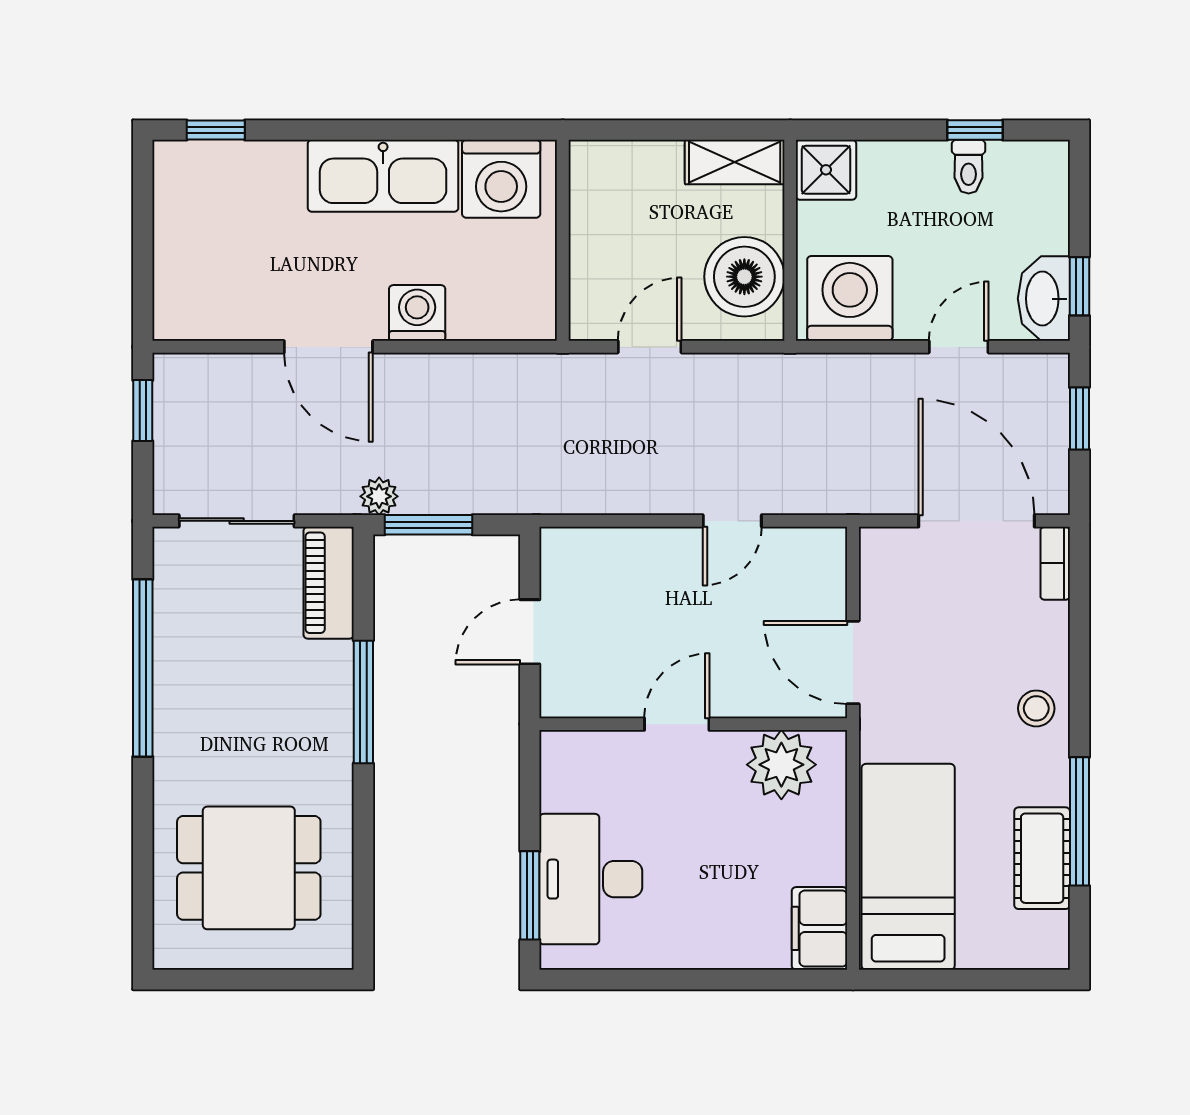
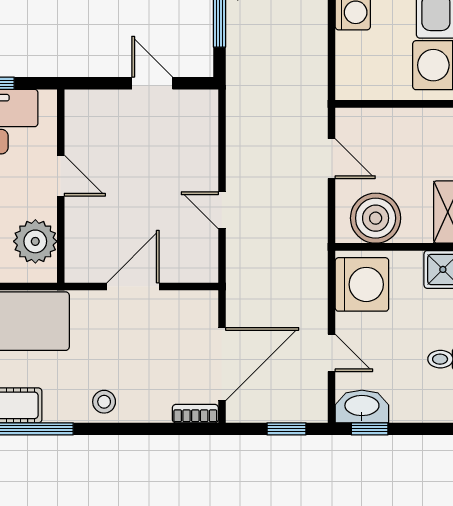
door: (677, 724) -> (61, 176), moved
wall: (693, 724) -> (61, 186), moved
plant: (781, 765) -> (35, 241), moved

